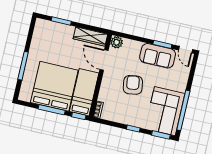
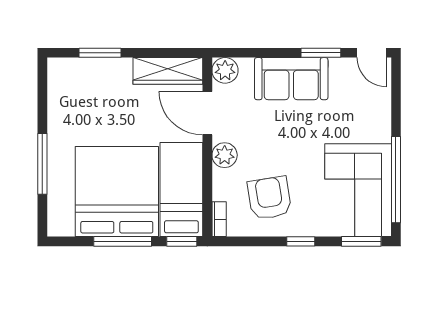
sofa: (158, 56) -> (291, 79), moved
plant: (107, 81) -> (225, 155), added
armchair: (133, 85) -> (269, 198), moved

